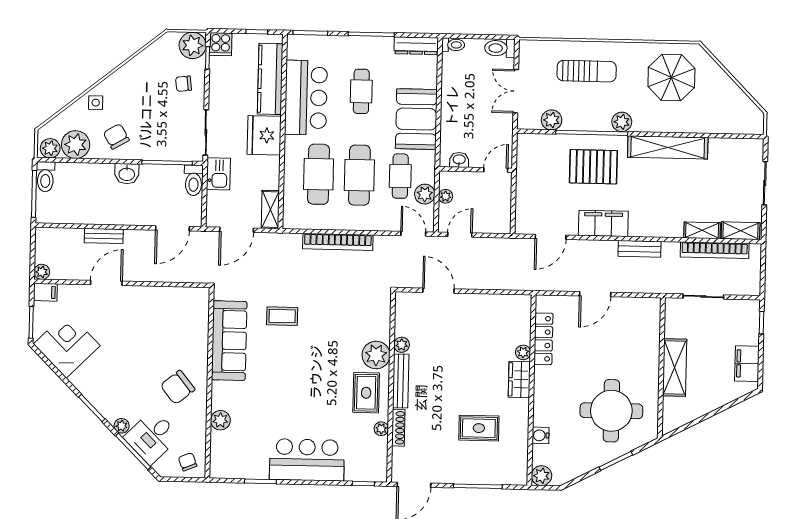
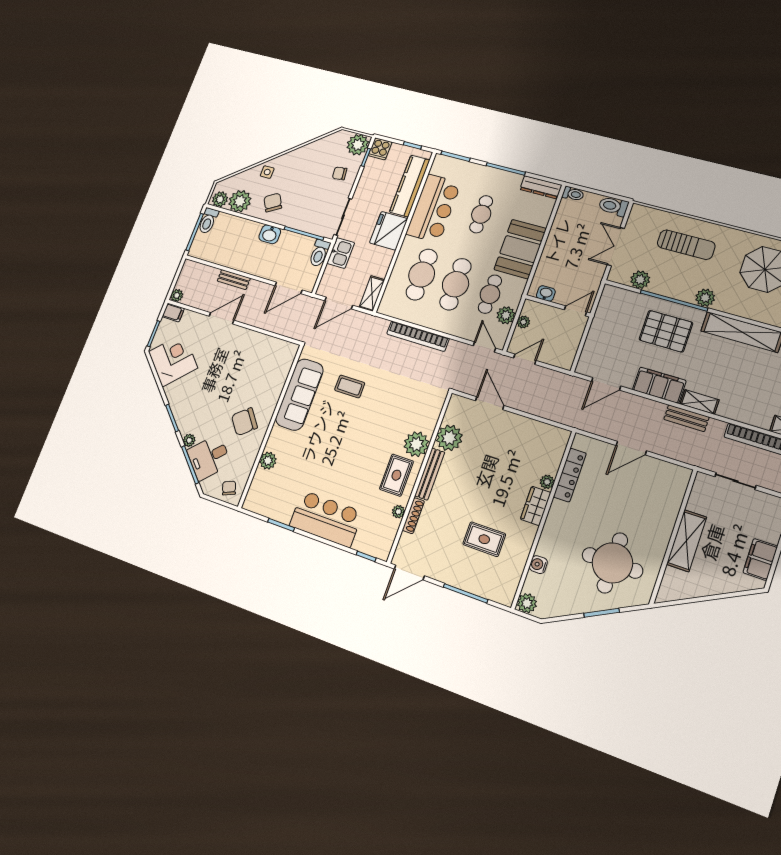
shelving: (702, 230) -> (700, 402), moved
plant: (402, 345) -> (449, 438), width x1.88, depth x1.88

